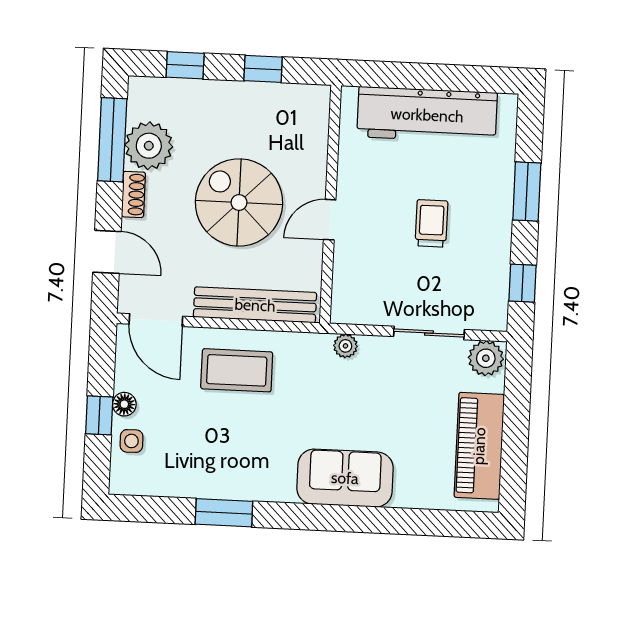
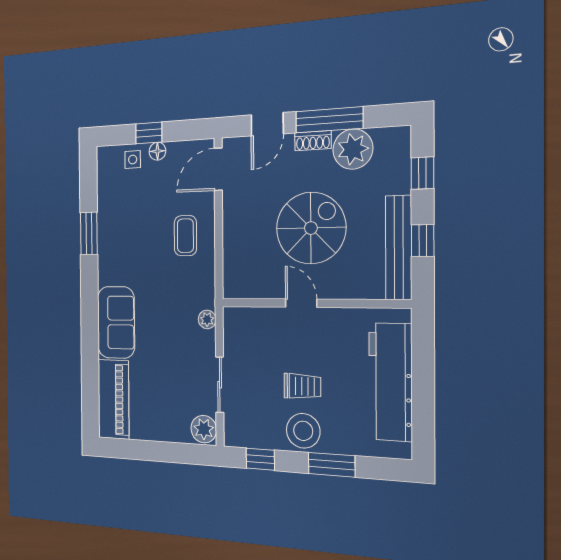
window: (112, 140) -> (329, 120), moved
stool: (486, 225) -> (303, 431), added
bench: (255, 305) -> (399, 248), moved
coffee table: (237, 370) -> (185, 236), width x0.73, depth x0.77
piano: (479, 446) -> (114, 399), moved, turned 90

